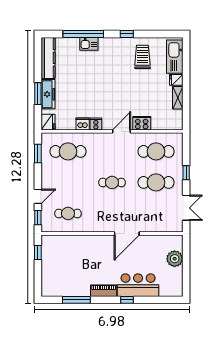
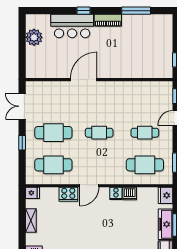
fridge: (176, 80) -> (32, 193), moved
cafe table: (68, 213) -> (145, 133), moved
plant: (175, 259) -> (34, 37), moved

